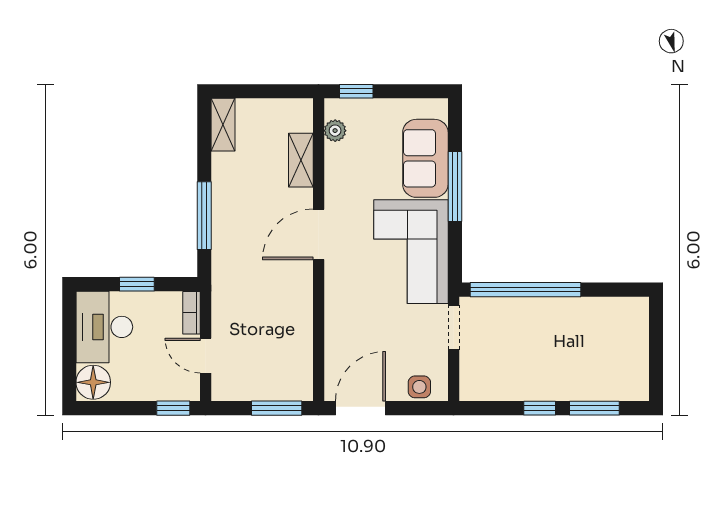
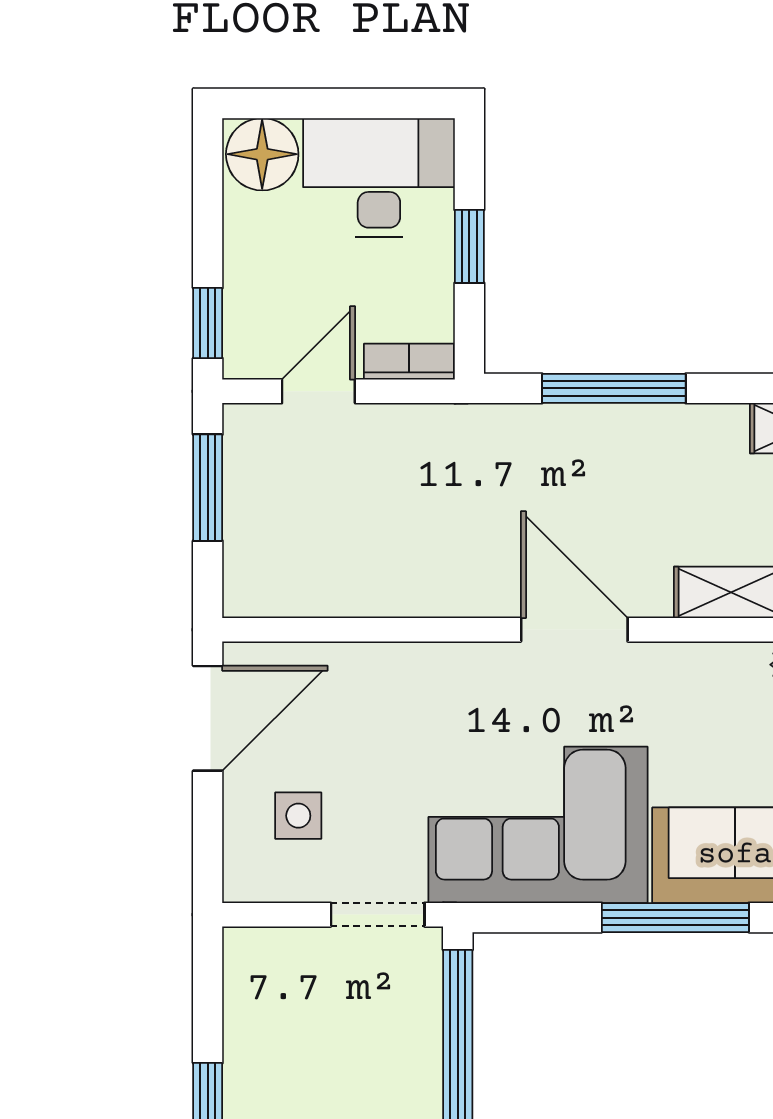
side table: (419, 387) -> (298, 816), moved
window: (277, 408) -> (208, 488), moved
door: (360, 408) -> (208, 718), hinge flipped

